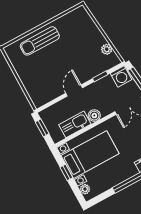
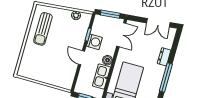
sun lounger: (40, 41) -> (43, 29), moved
washing machine: (121, 76) -> (94, 42), moved

